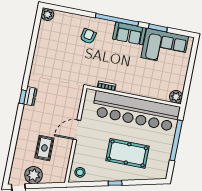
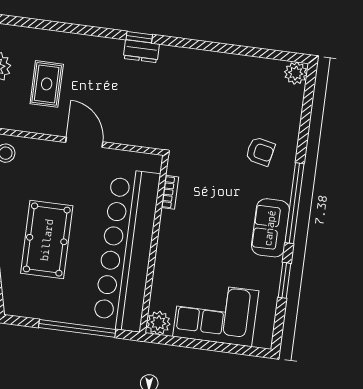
corner sofa: (165, 47) -> (216, 314), moved, turned 90
rug: (44, 148) -> (47, 84), turned 90

